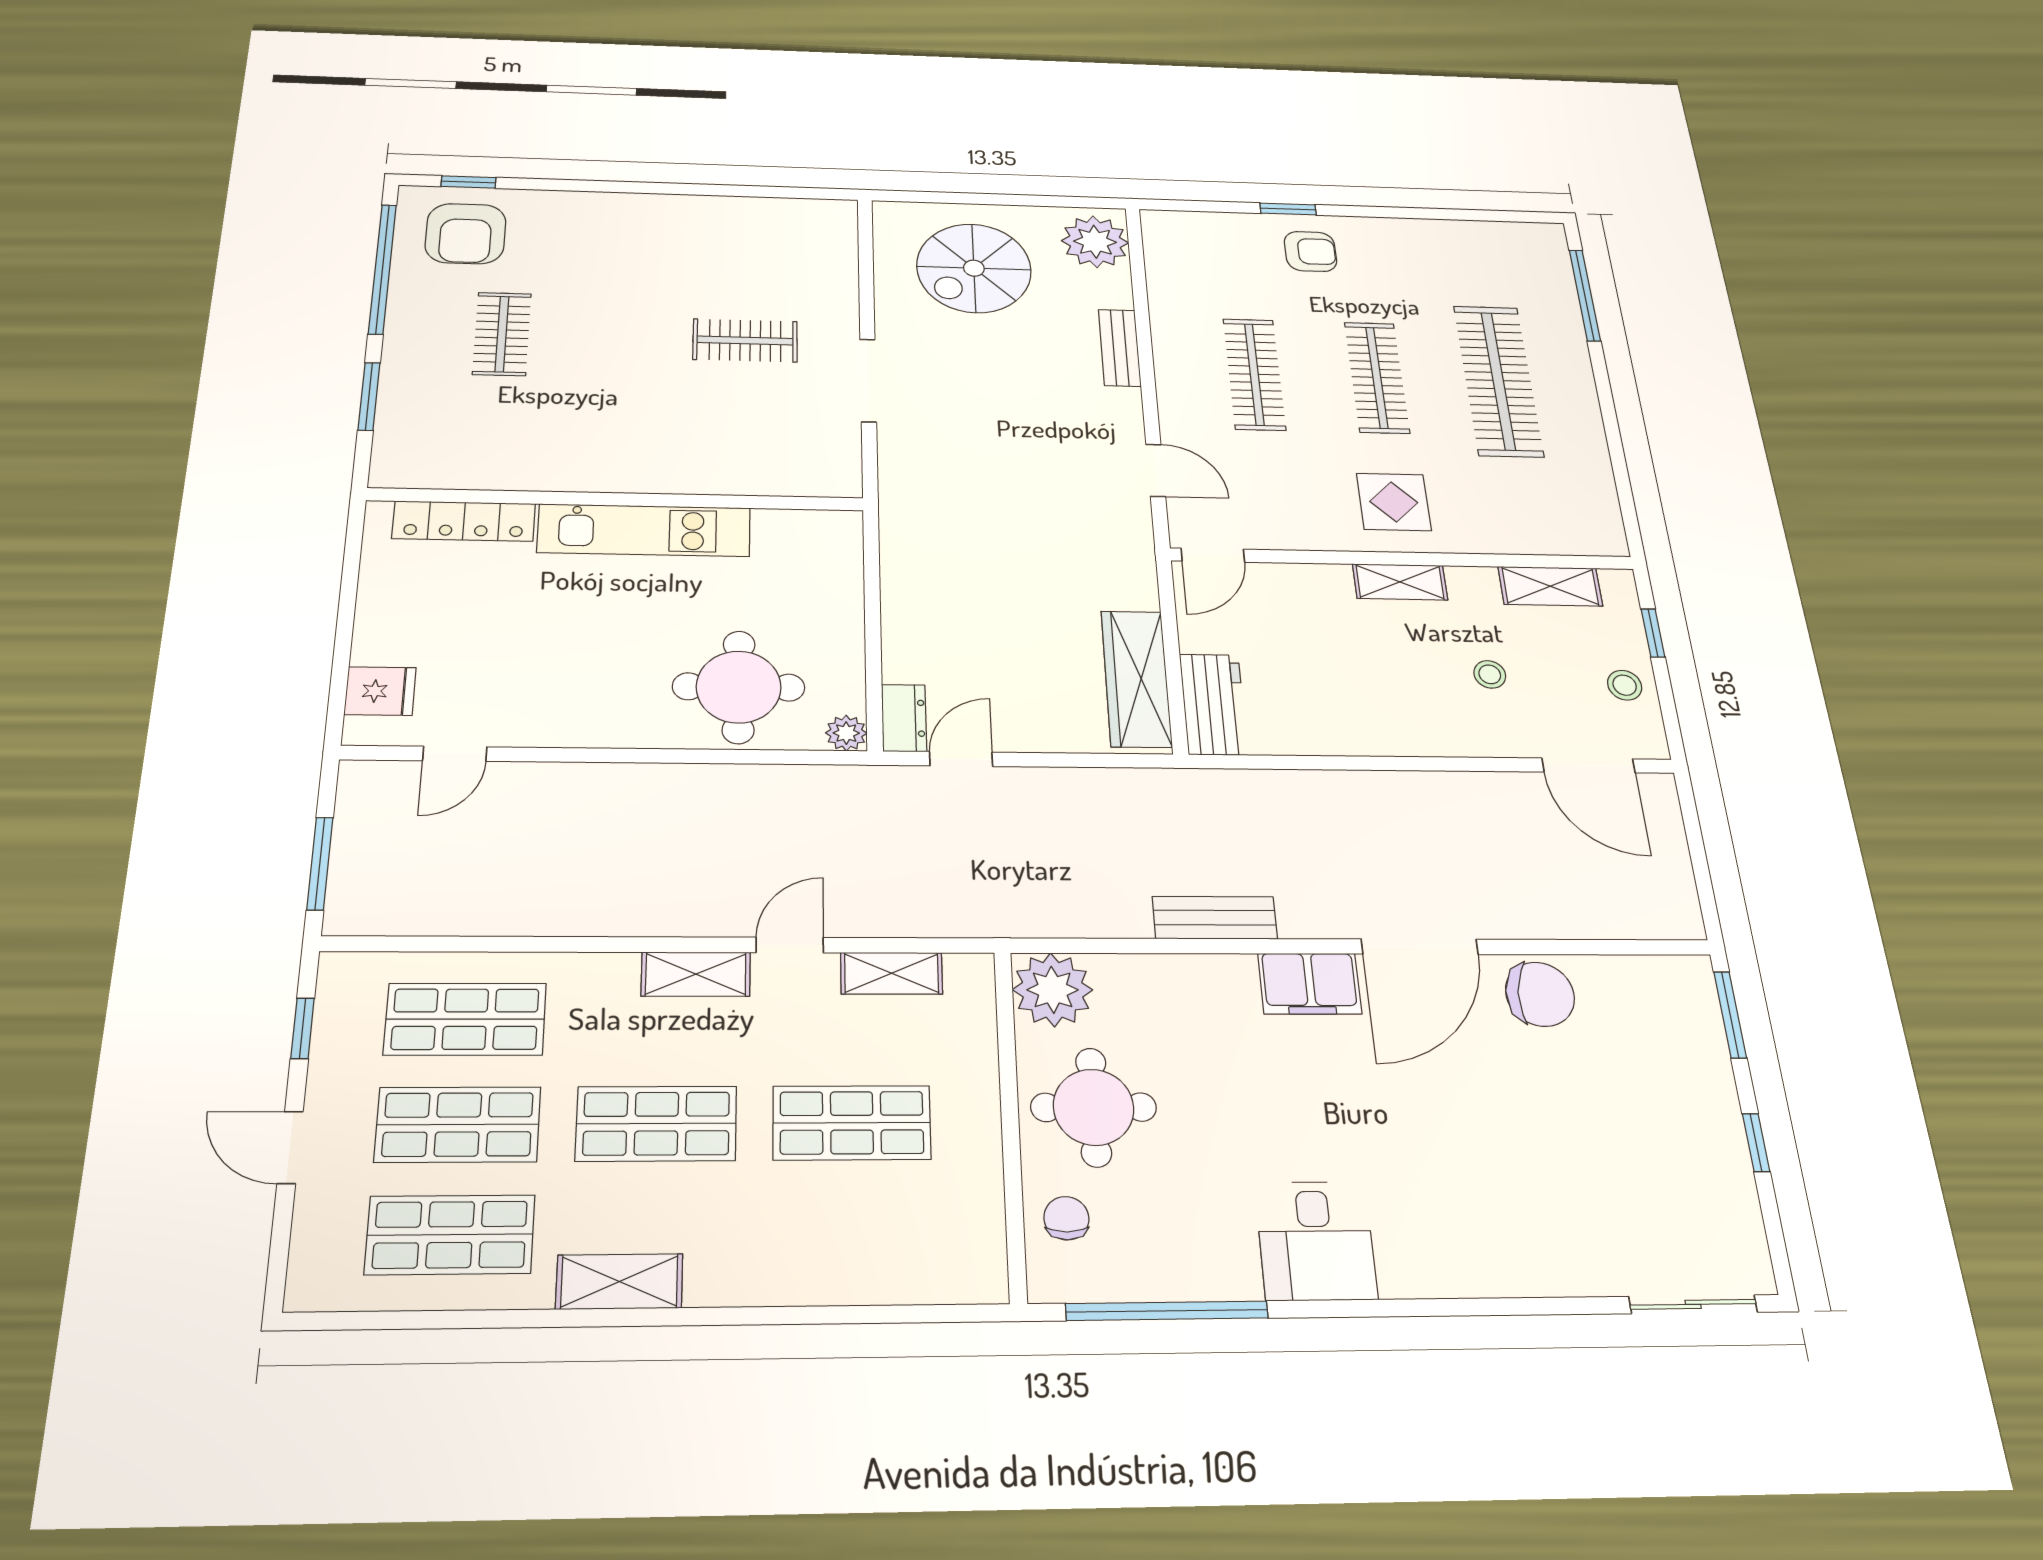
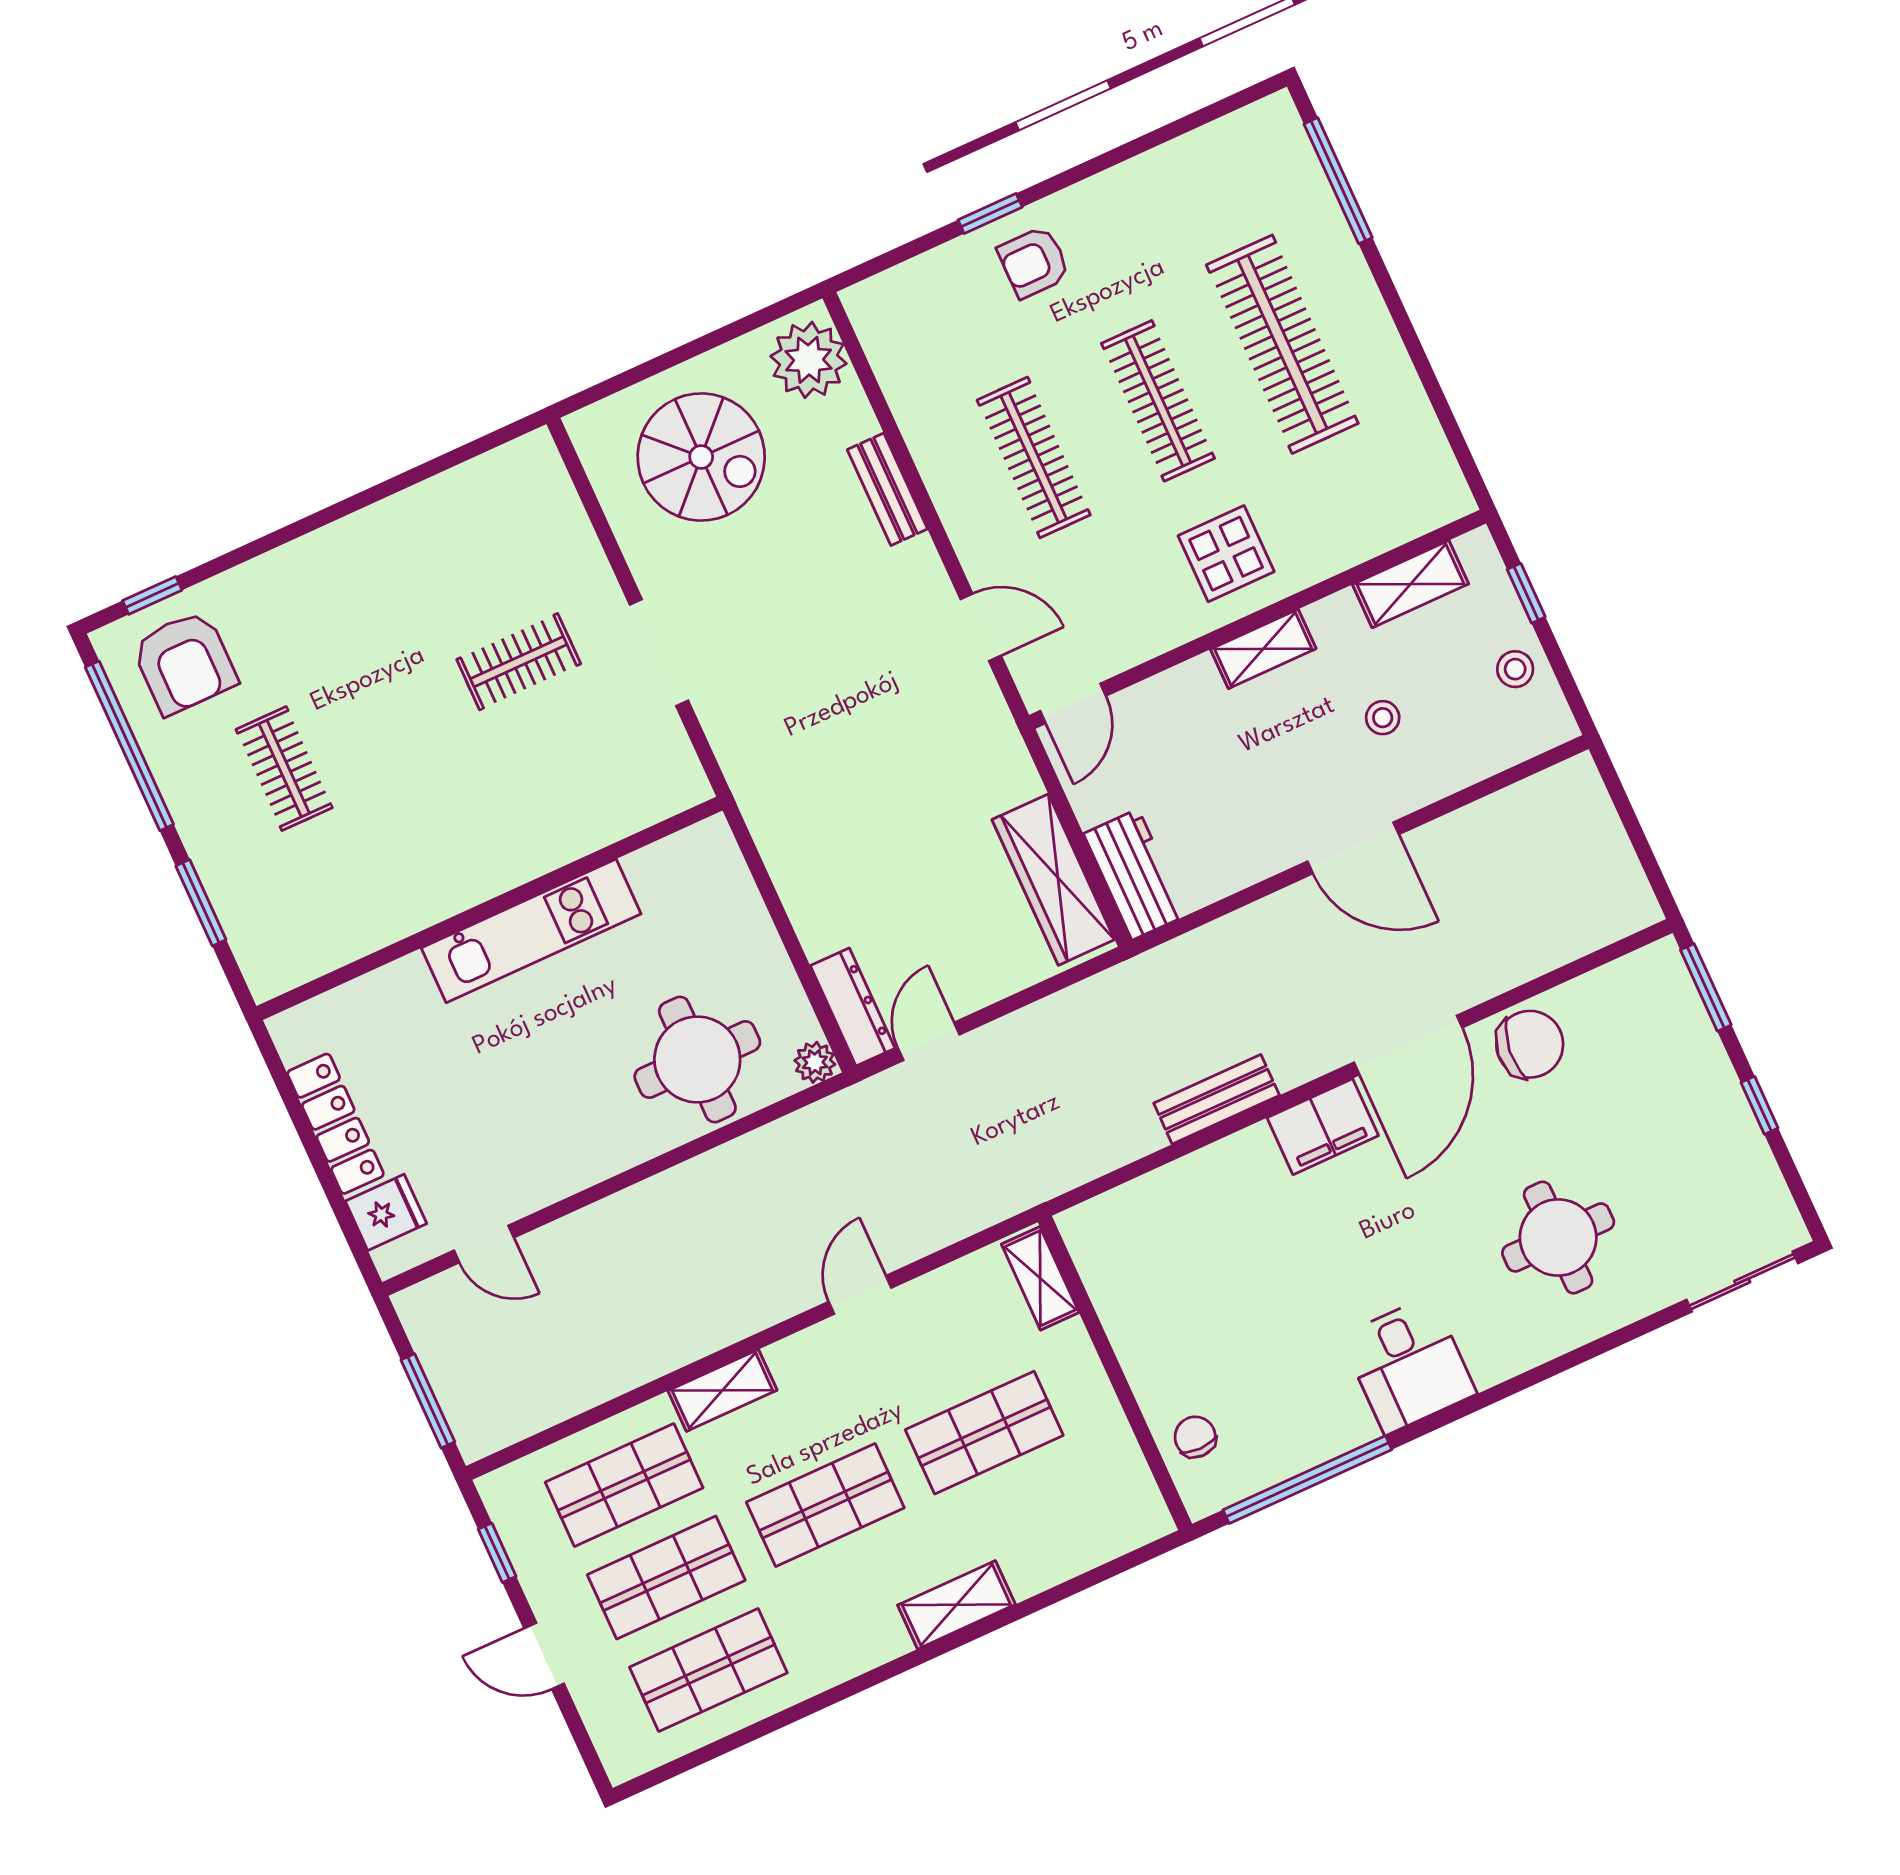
armchair: (1310, 251) -> (1034, 262), turned 180
spiral stairs: (974, 268) -> (701, 457), turned -90
locker: (464, 521) -> (335, 1124), moved, turned -90
dresser: (904, 718) -> (853, 1007), width x1.44
door: (455, 754) -> (484, 1244), hinge flipped
door: (1588, 765) -> (1353, 848), moved
shelving: (892, 973) -> (1040, 1278), moved, turned 90
shelving: (696, 974) -> (722, 1390), moved
plant: (1053, 990) -> (1102, 1235), removed
round table: (1094, 1107) -> (1558, 1237), moved
shelving: (619, 1282) -> (956, 1605), moved

